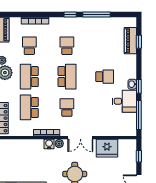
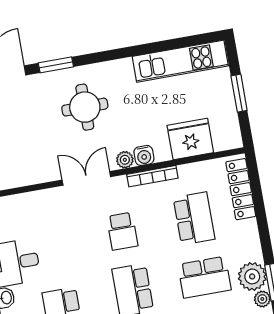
school desk: (29, 77) -> (205, 277), turned 90
fridge: (107, 148) -> (190, 139), moved

